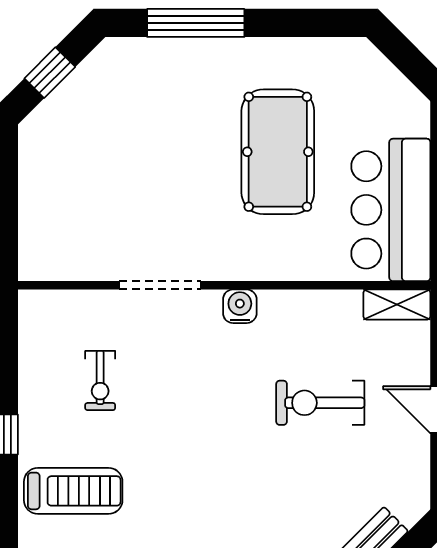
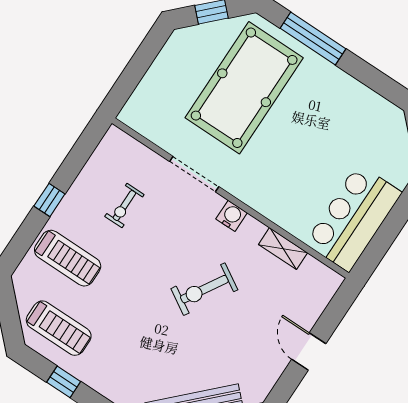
pool table: (278, 152) -> (244, 88), moved, width x1.36, depth x1.32
shelving: (397, 305) -> (283, 249), moved
exercise bike: (320, 403) -> (204, 289), moved, turned -59

